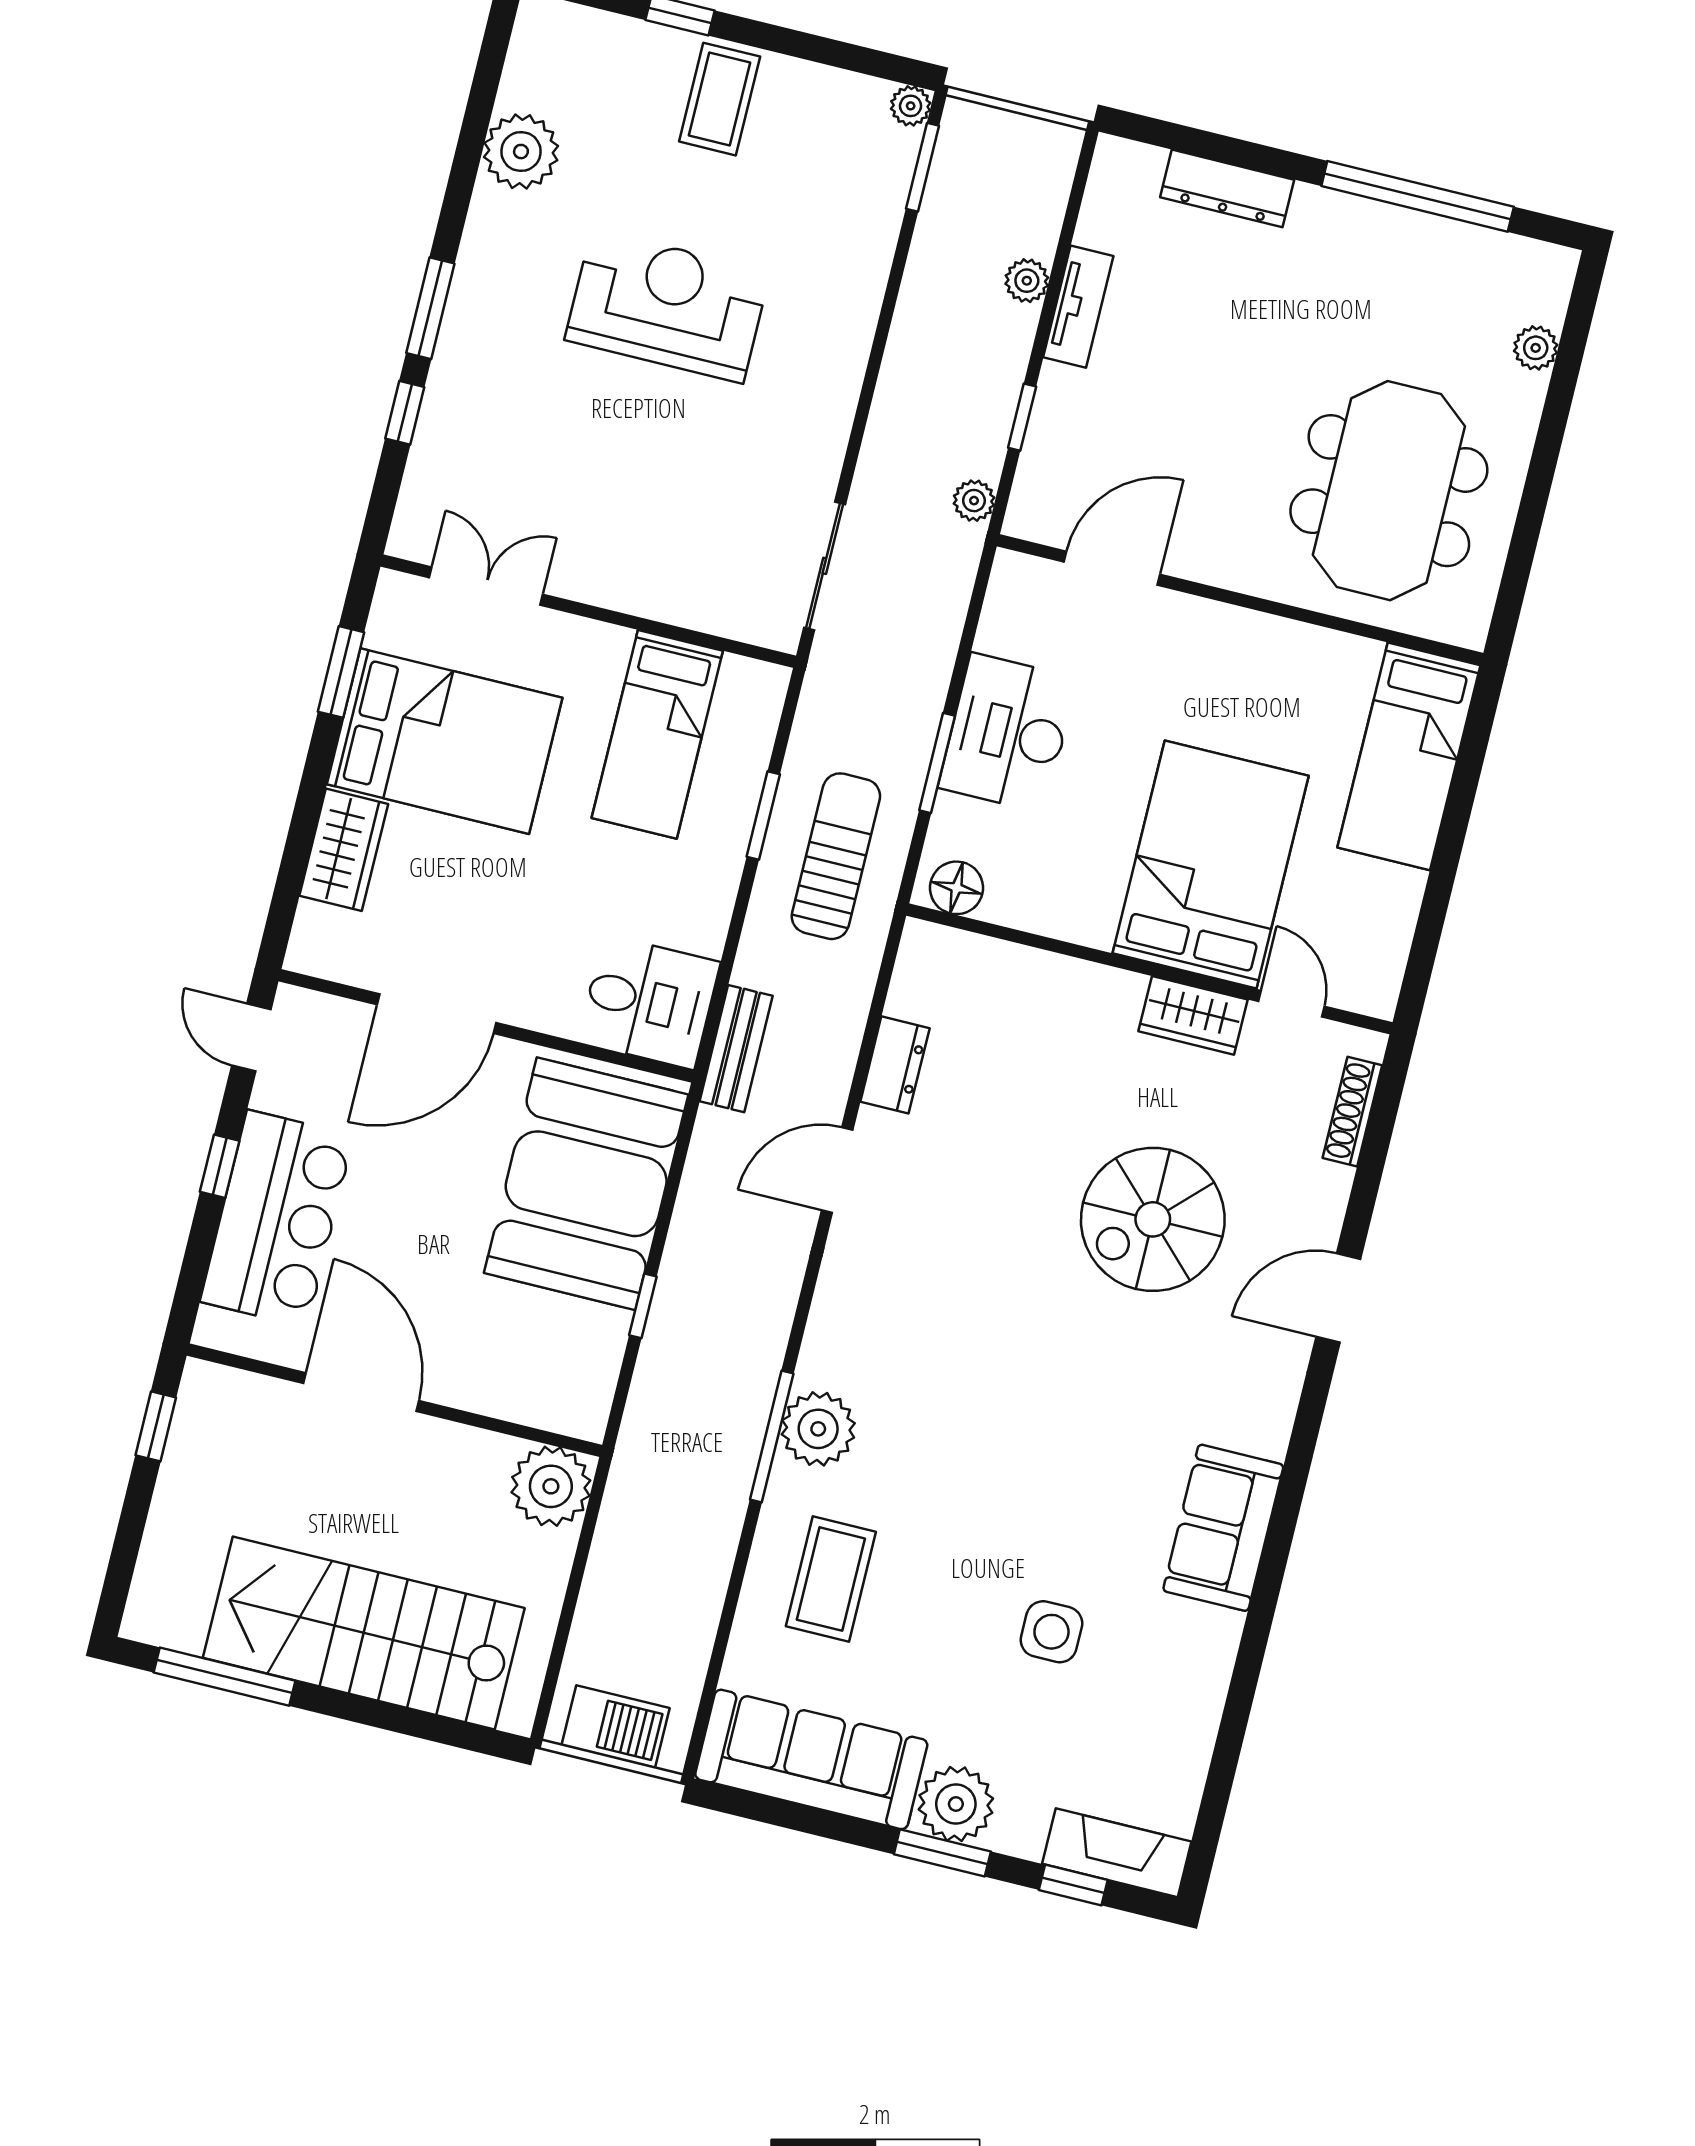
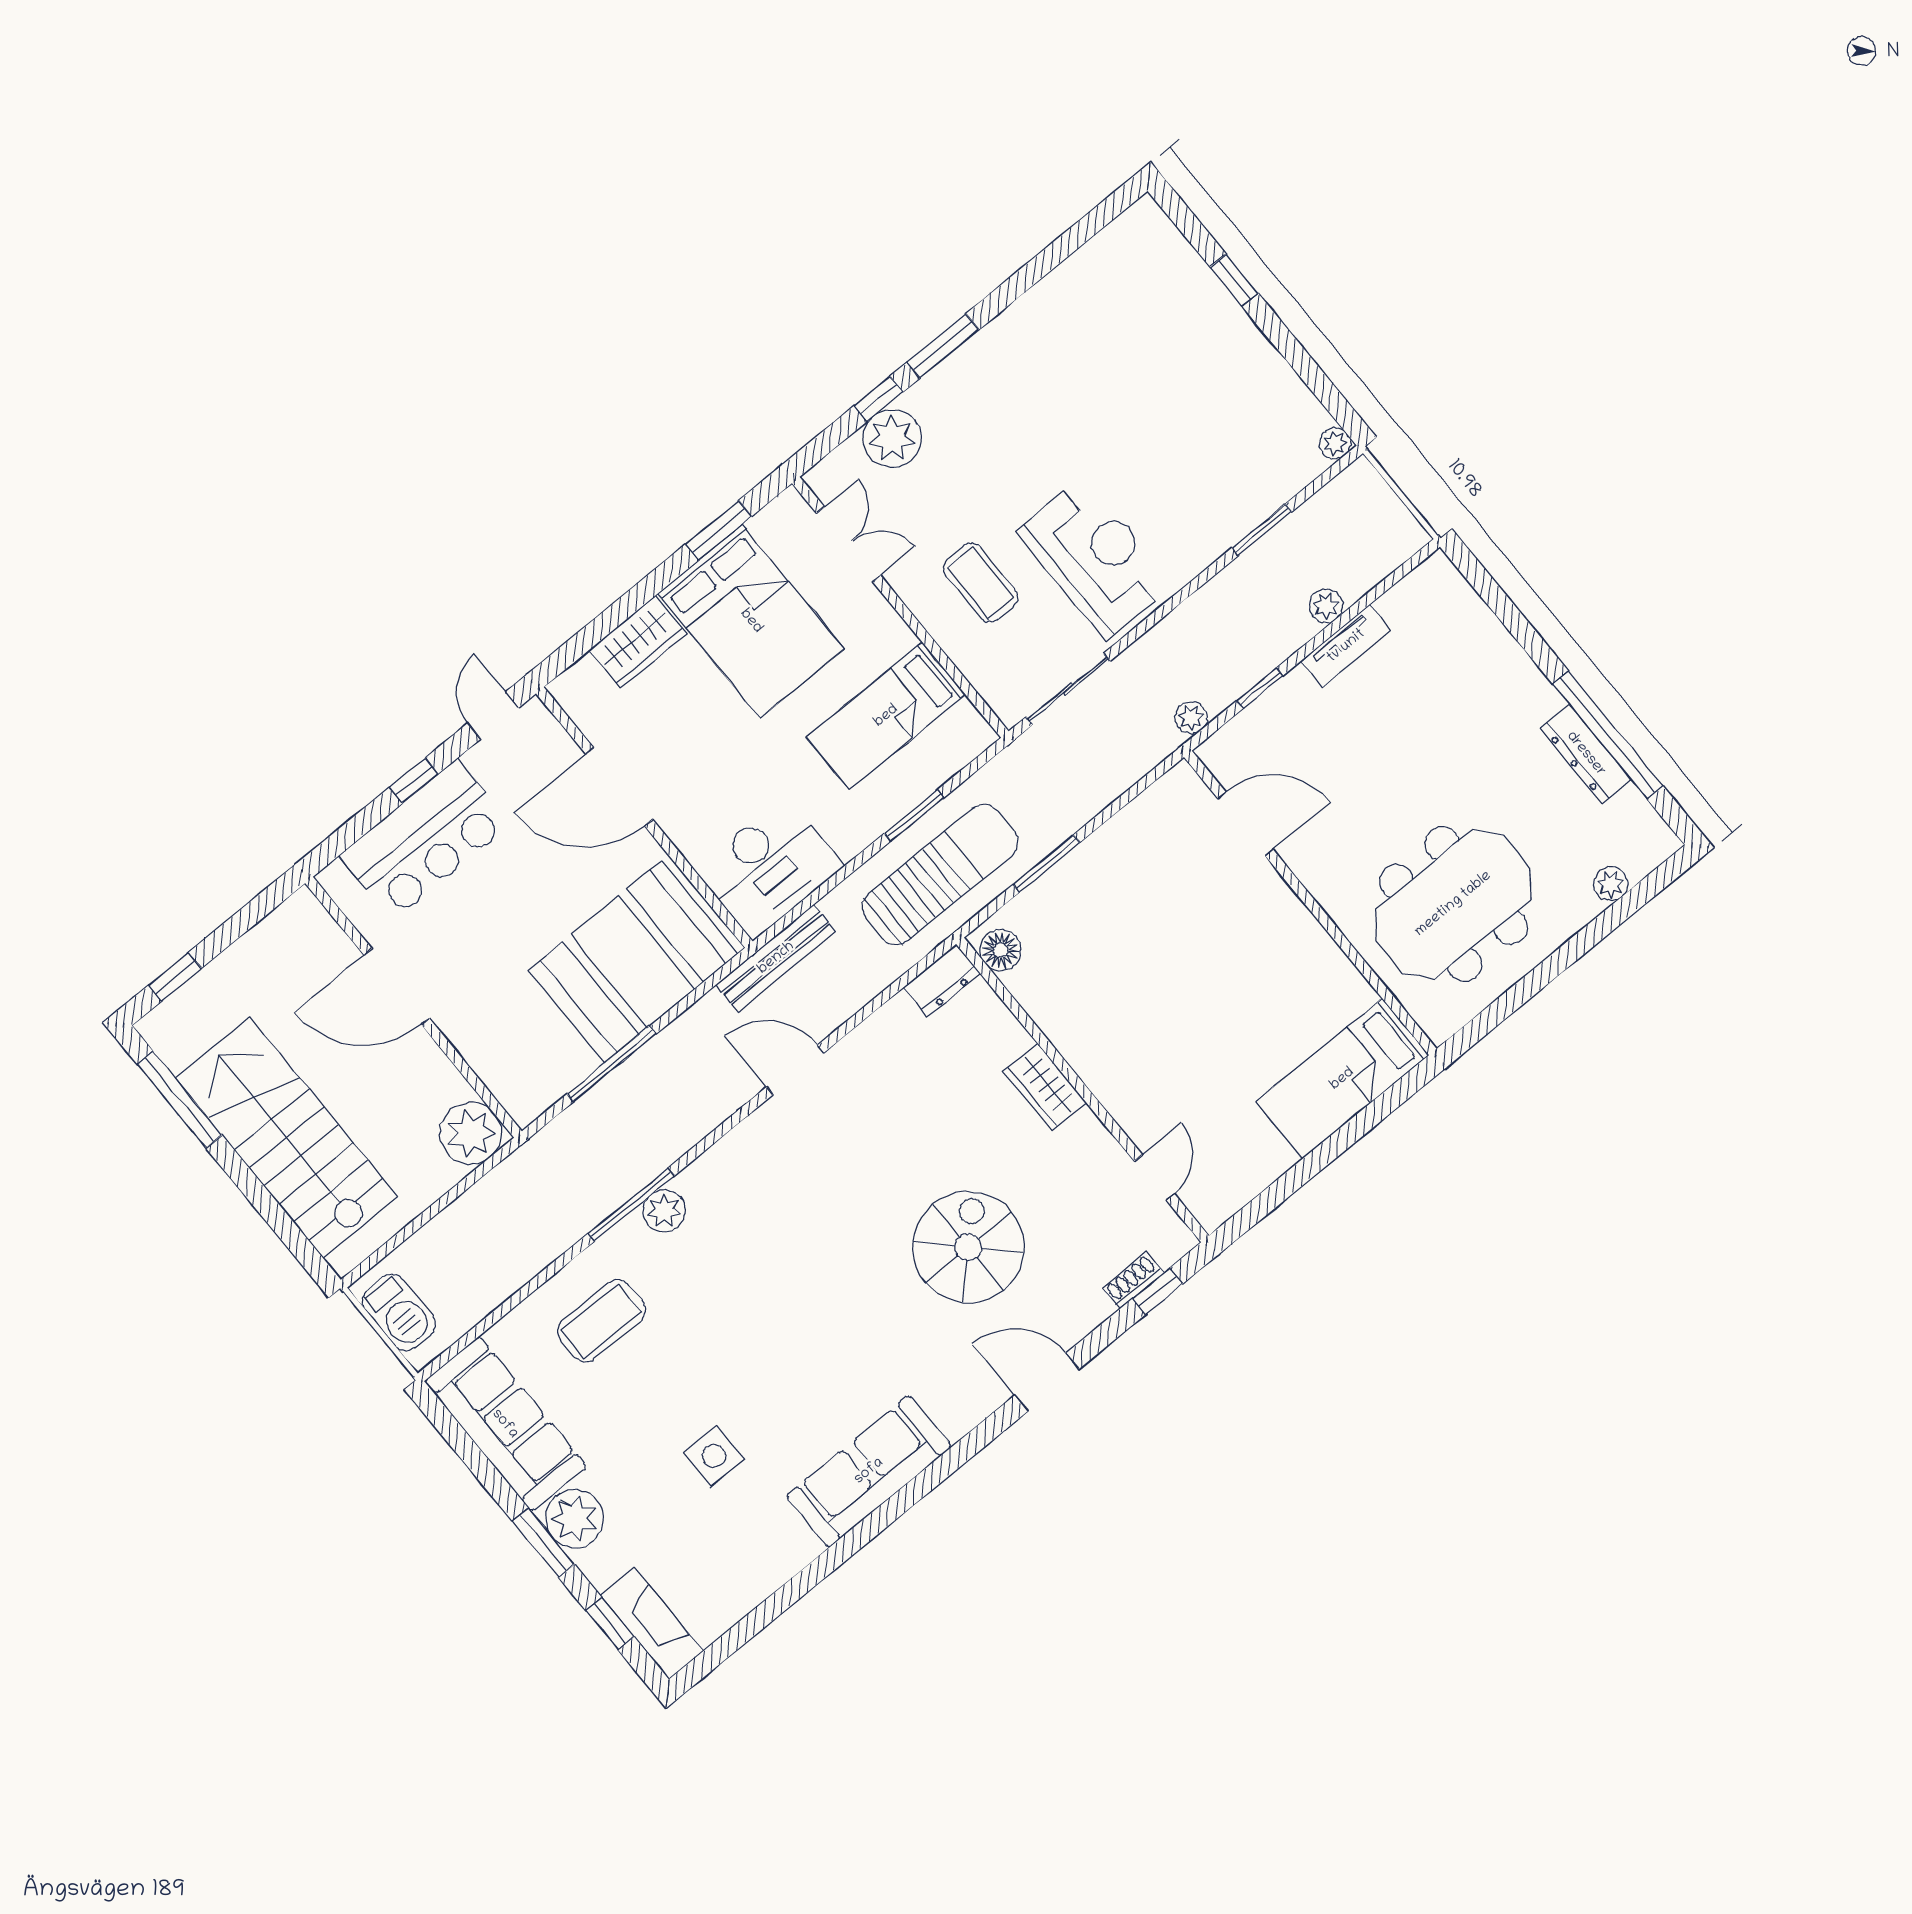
coffee table: (720, 99) -> (981, 583), moved, turned 90
plant: (521, 152) -> (892, 438), moved
window: (923, 167) -> (1262, 530), moved
dresser: (1227, 188) -> (1586, 754), moved
reception desk: (668, 306) -> (1095, 558), moved
desk: (1008, 733) -> (1104, 878), removed
sun lounger: (836, 856) -> (940, 874), width x1.36, depth x1.34
bed: (1211, 865) -> (1169, 1054), removed
desk: (649, 1002) -> (769, 868), width x1.37
wardrobe: (1193, 1015) -> (1045, 1087), moved
bench: (736, 1049) -> (776, 958), width x1.36
dresser: (895, 1065) -> (942, 980), moved
shoe rack: (1352, 1112) -> (1133, 1281), width x0.70
window: (1382, 1119) -> (1158, 1291), added
spiral stairs: (1153, 1219) -> (968, 1247), turned 90
window: (643, 1306) -> (612, 1064), width x2.17
door: (361, 1392) -> (397, 987), swing flipped
window: (156, 1426) -> (175, 977), moved
plant: (818, 1429) -> (664, 1211), width x0.73, depth x0.73
sofa: (1223, 1528) -> (869, 1471), width x1.36

